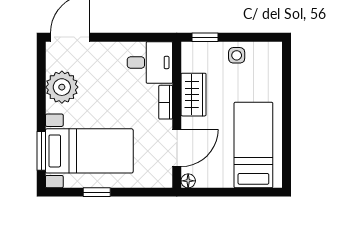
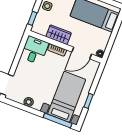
plant: (62, 87) -> (29, 102), width x0.53, depth x0.53
door: (177, 148) -> (82, 53), swing flipped
window: (41, 151) -> (58, 120), width x1.44

